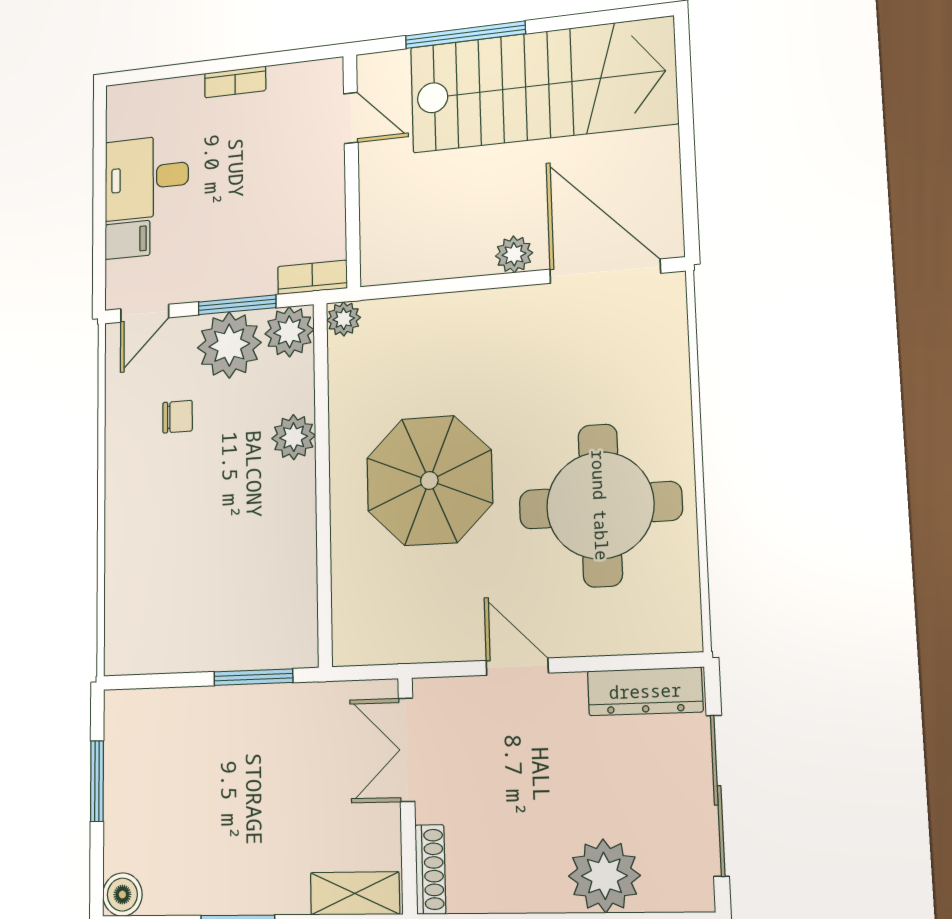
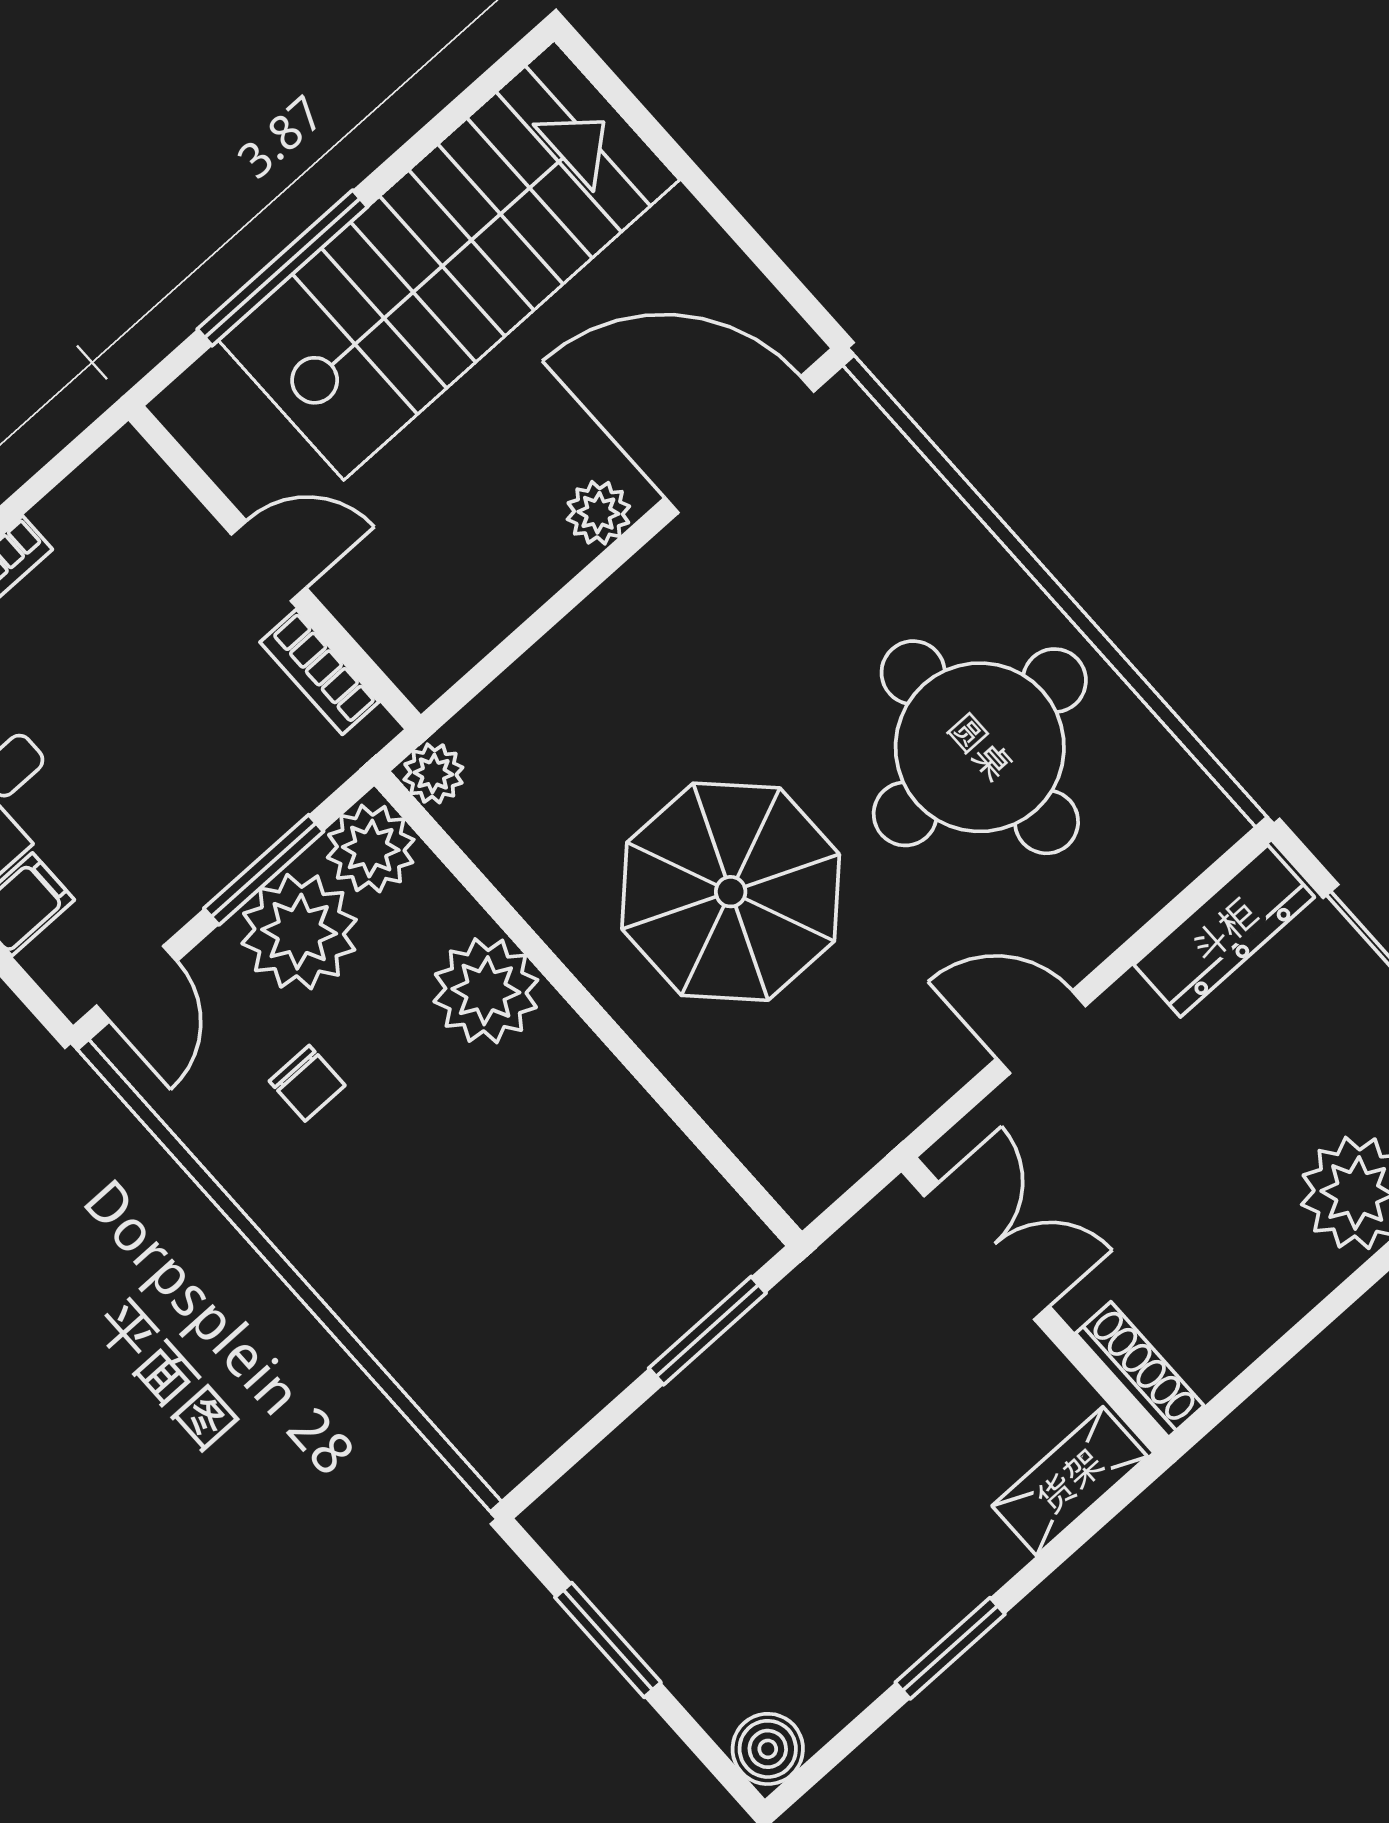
door: (351, 118) -> (269, 561), moved
bookcase: (312, 277) -> (320, 672), moved, turned -90
chair: (178, 417) -> (307, 1083), turned 90
plant: (294, 437) -> (486, 991), width x1.36, depth x1.36
double door: (407, 750) -> (987, 1251), swing flipped

